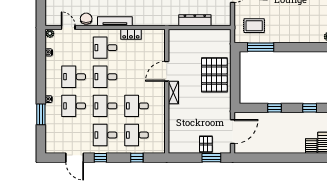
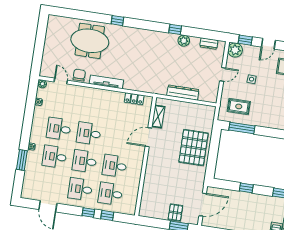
locker: (131, 34) -> (134, 99), moved
desk: (105, 48) -> (93, 106), removed
shelving: (173, 93) -> (158, 117), moved
window: (100, 158) -> (88, 213), moved

